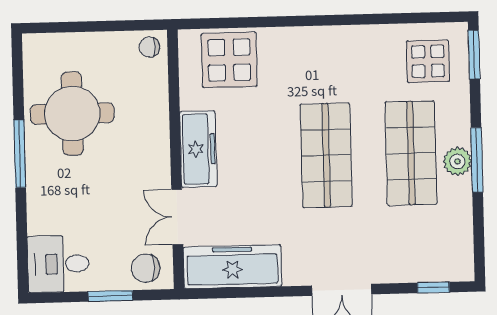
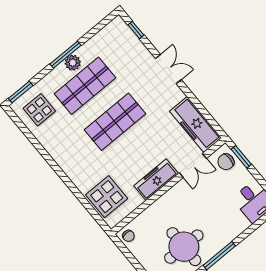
chair: (146, 268) -> (226, 162), turned 90
window: (110, 296) -> (241, 157), moved

